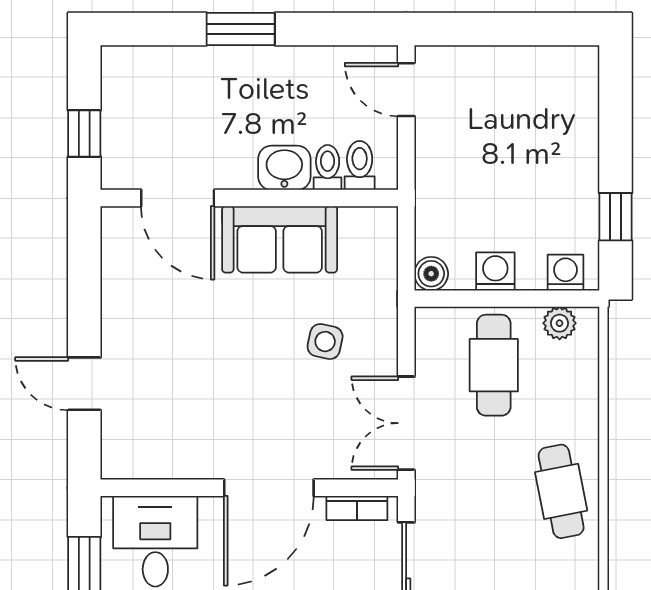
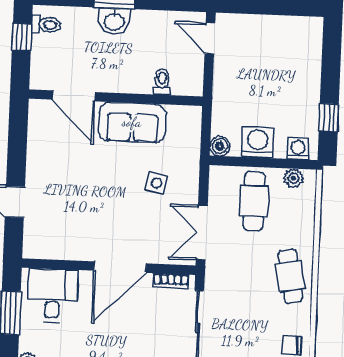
window: (84, 133) -> (22, 37), moved
toilet: (360, 165) -> (46, 25), moved, turned 90
washbasin: (284, 168) -> (114, 21), moved, turned 180
washing machine: (495, 271) -> (258, 142), width x1.38, depth x1.38

